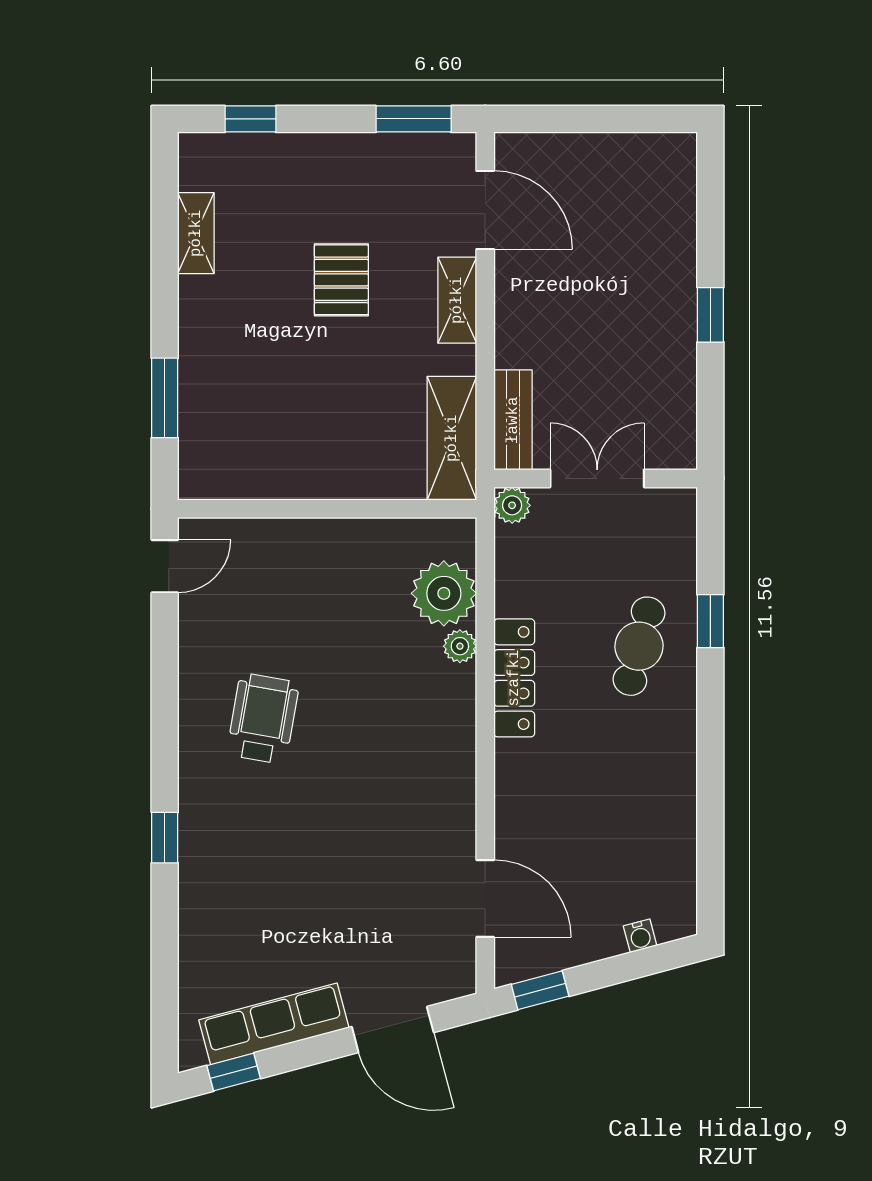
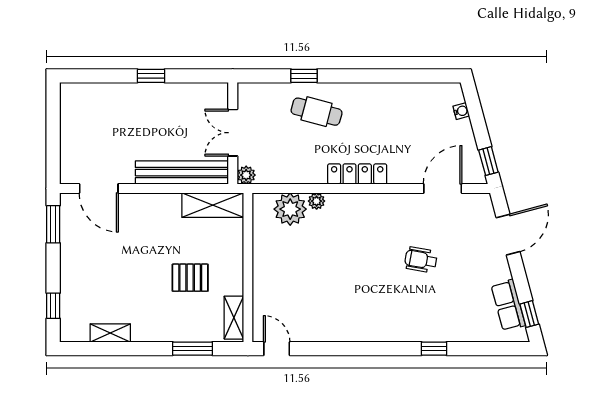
door: (485, 210) -> (99, 188), swing flipped
pallet: (341, 280) -> (190, 278), moved
shelving: (457, 300) -> (234, 318), moved, turned 90
bench: (513, 420) -> (182, 173), width x1.86, depth x1.21
locker: (514, 678) -> (357, 174), moved
wheelchair: (263, 719) -> (421, 260), moved, width x0.73, depth x0.73
window: (165, 838) -> (434, 349), moved
row of seats: (274, 1024) -> (508, 305), width x0.68

